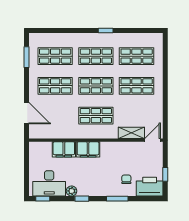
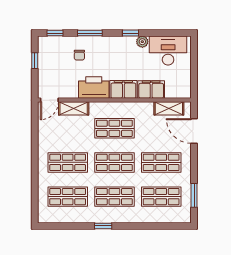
shelving: (48, 133) -> (169, 108), added
printer: (150, 187) -> (94, 87), moved, turned 180
window: (43, 199) -> (55, 33), moved

